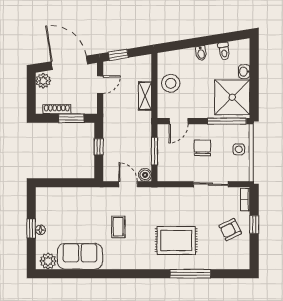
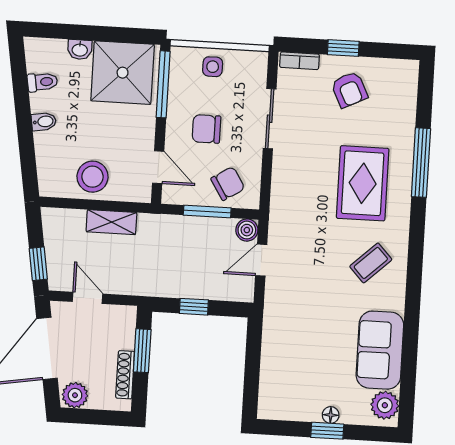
chair: (171, 162) -> (228, 184), added
coffee table: (118, 227) -> (371, 263), moved, turned -43

